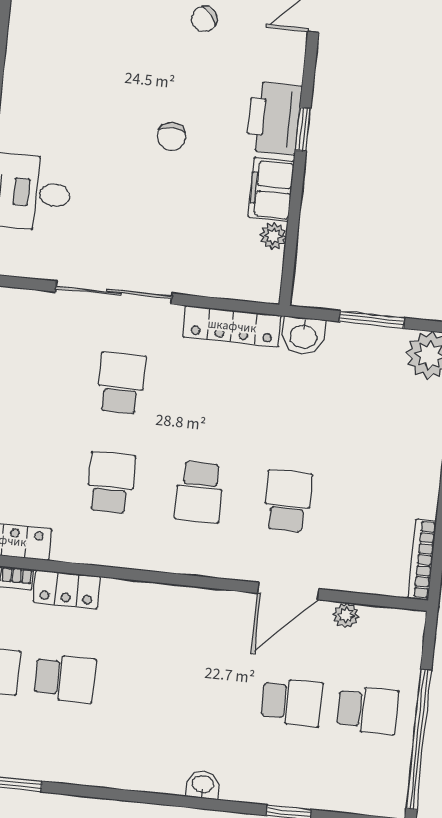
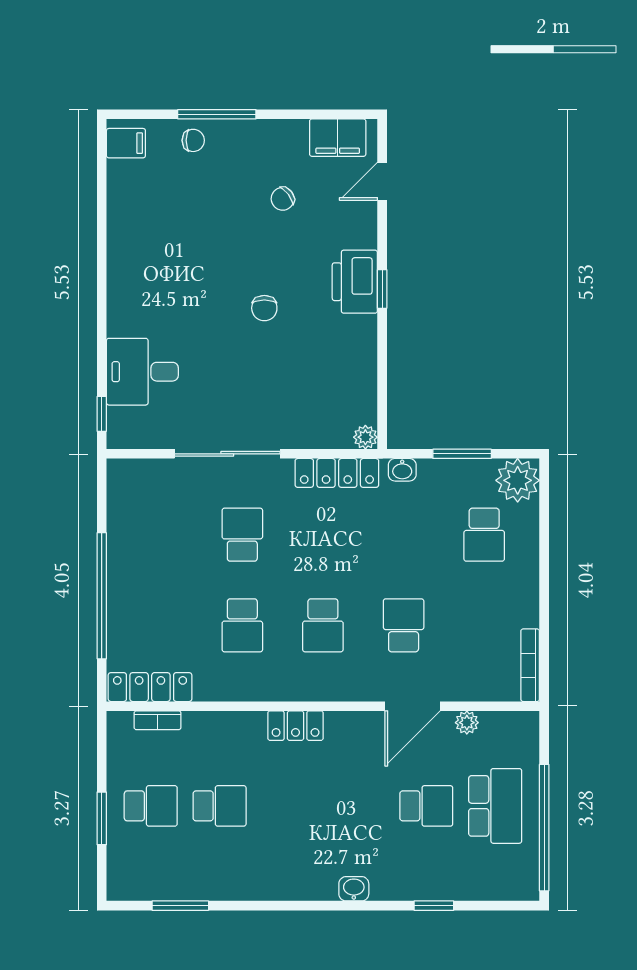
filing cabinet: (271, 189) -> (359, 346), removed
plant: (273, 236) -> (365, 437), moved
washbasin: (304, 336) -> (402, 470), width x0.72, depth x0.69
school desk: (387, 411) -> (484, 535), added
school desk: (111, 483) -> (242, 625), turned 180
locker: (67, 589) -> (296, 726), moved
school desk: (367, 710) -> (495, 806), width x1.85

